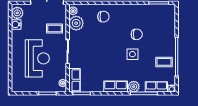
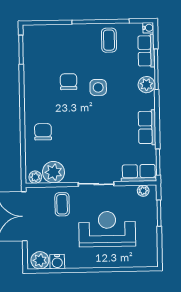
row of seats: (116, 86) -> (147, 127), moved

